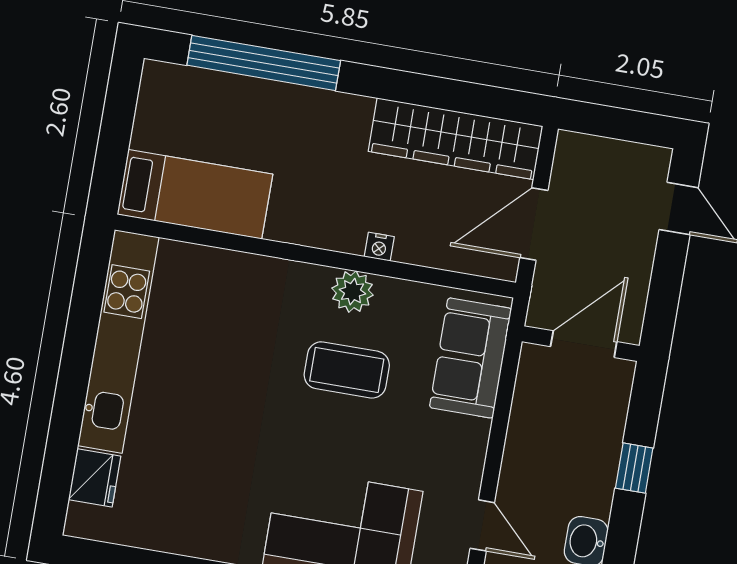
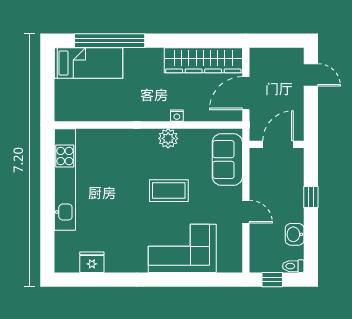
bed: (195, 194) -> (88, 63), moved
coffee table: (347, 370) -> (169, 191), moved
fridge: (94, 478) -> (92, 262), moved, turned -90
door: (482, 525) -> (246, 212), moved

